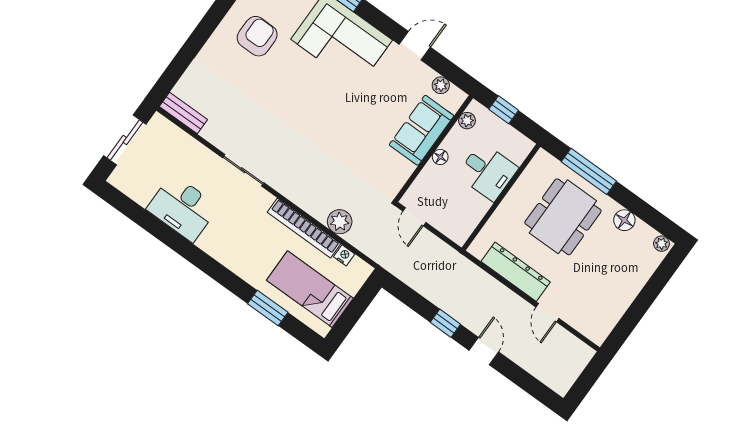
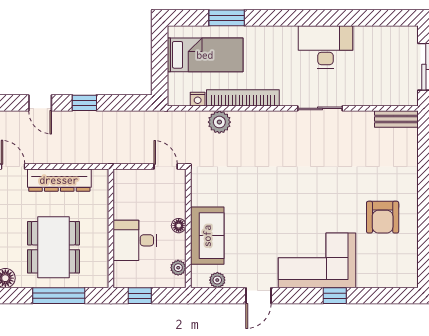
window: (504, 110) -> (140, 296), moved
desk: (183, 208) -> (325, 47), moved

